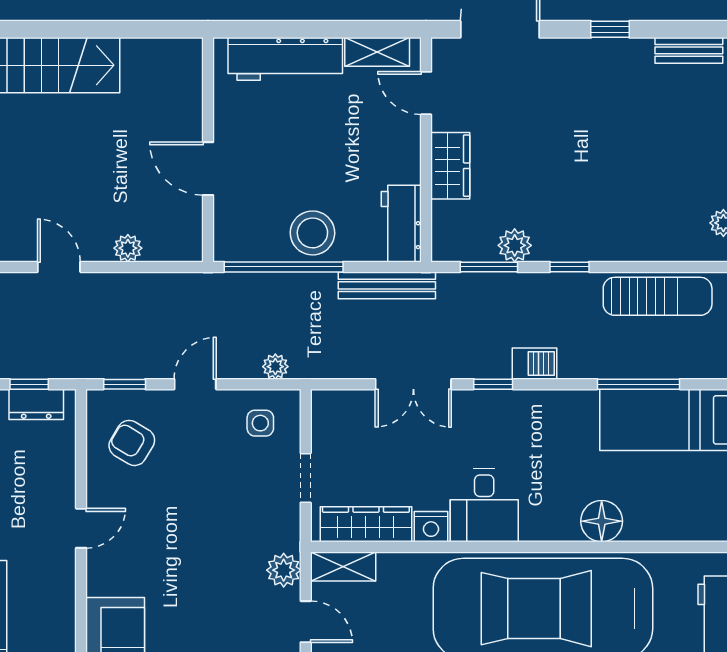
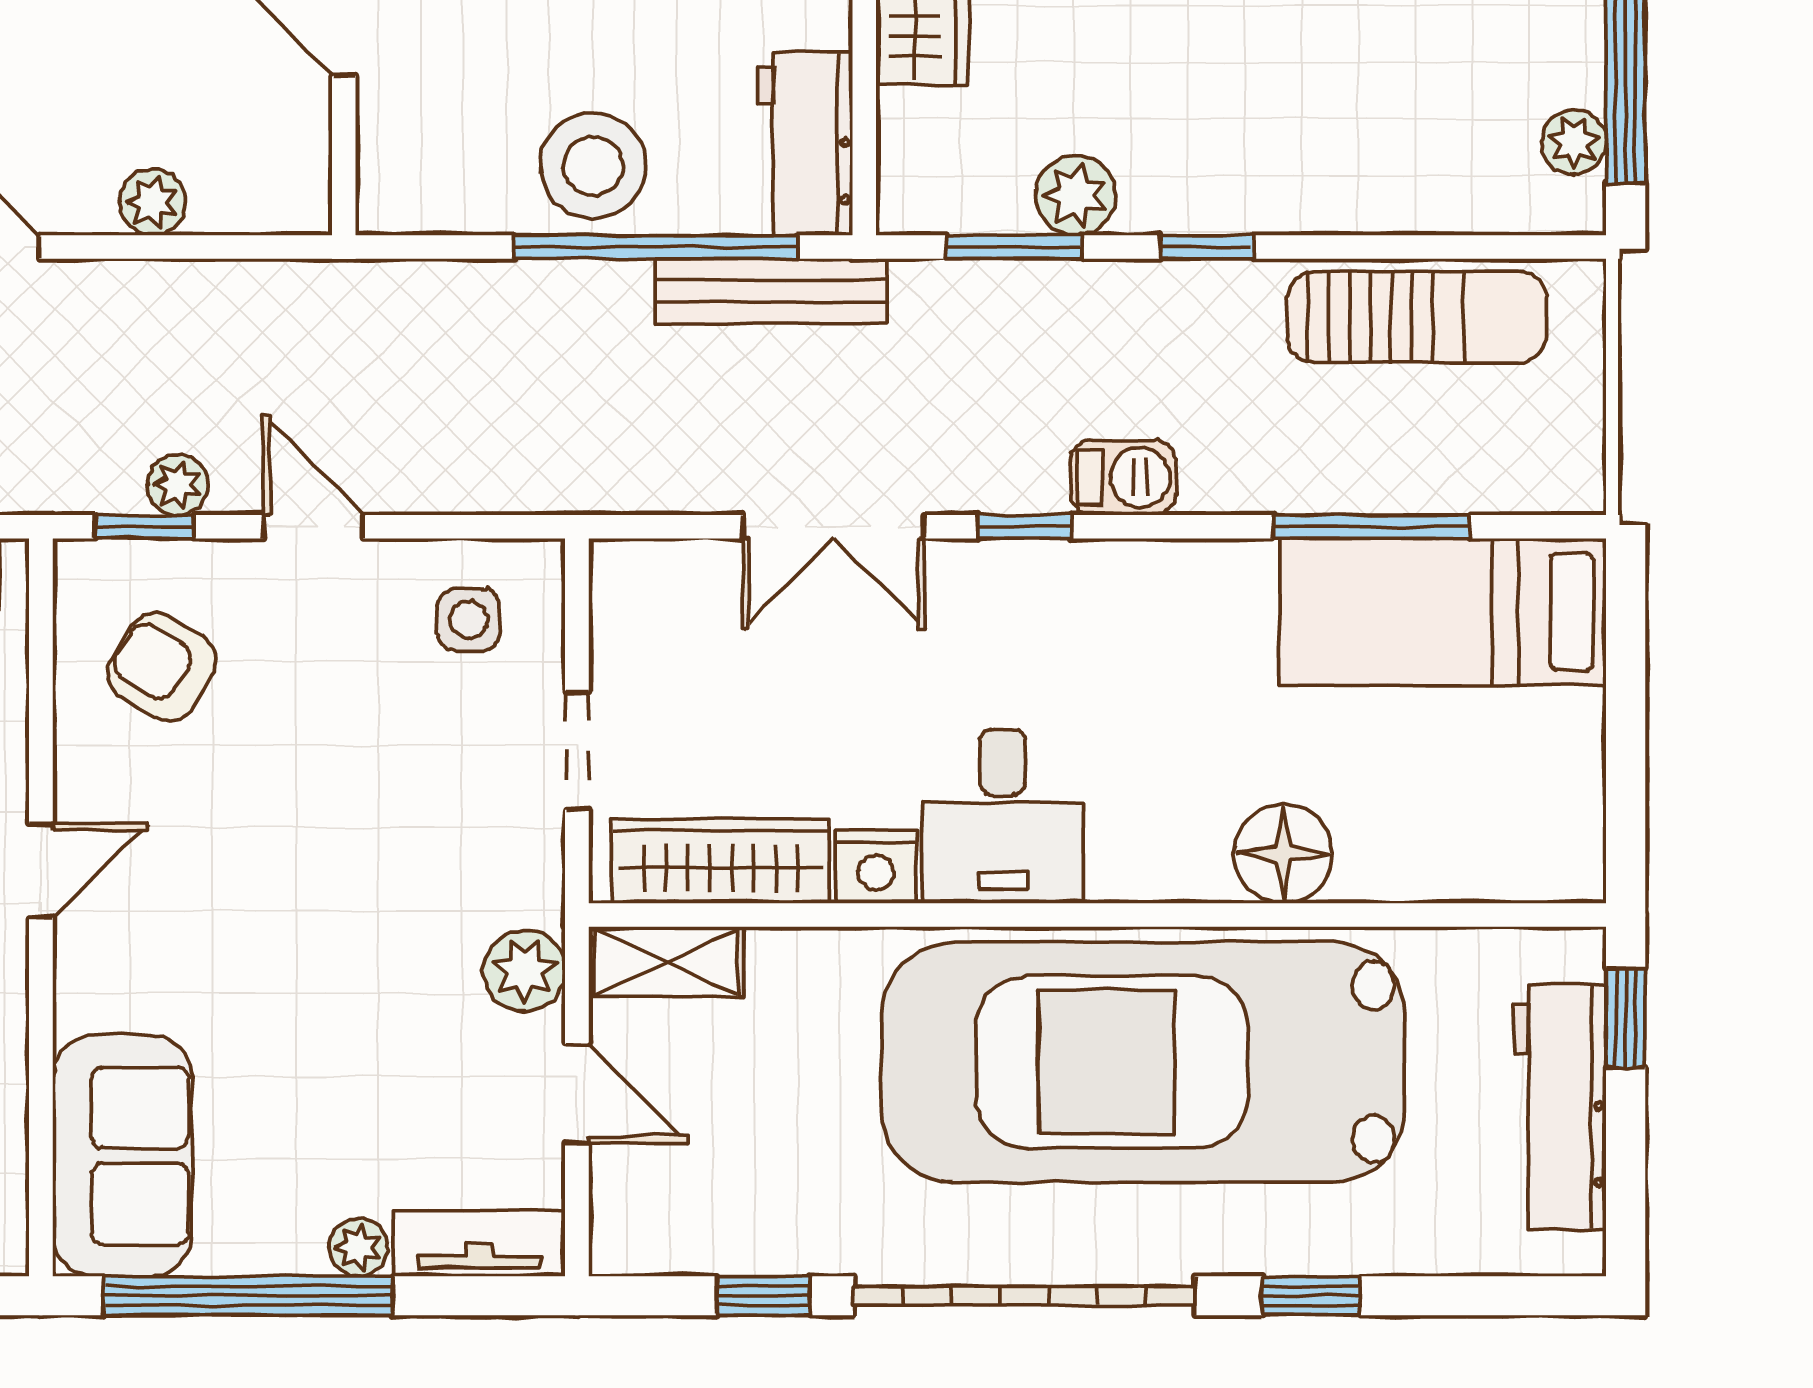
window: (284, 267) -> (656, 247), moved
plant: (275, 367) -> (178, 485), moved
door: (195, 384) -> (313, 527), hinge flipped

